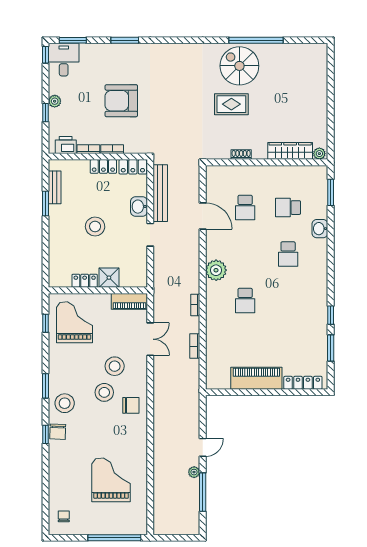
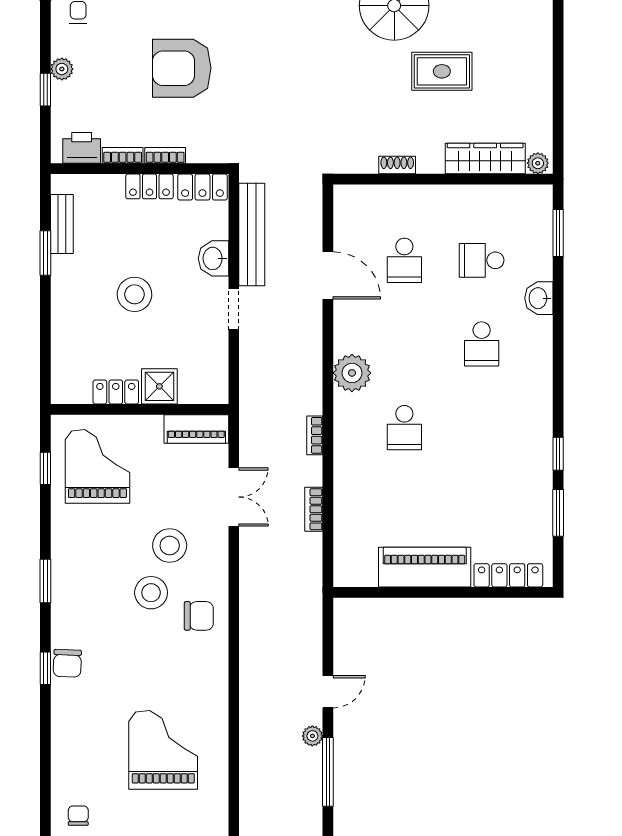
rug: (231, 104) -> (442, 71), moved
stool: (65, 403) -> (80, 612), removed

